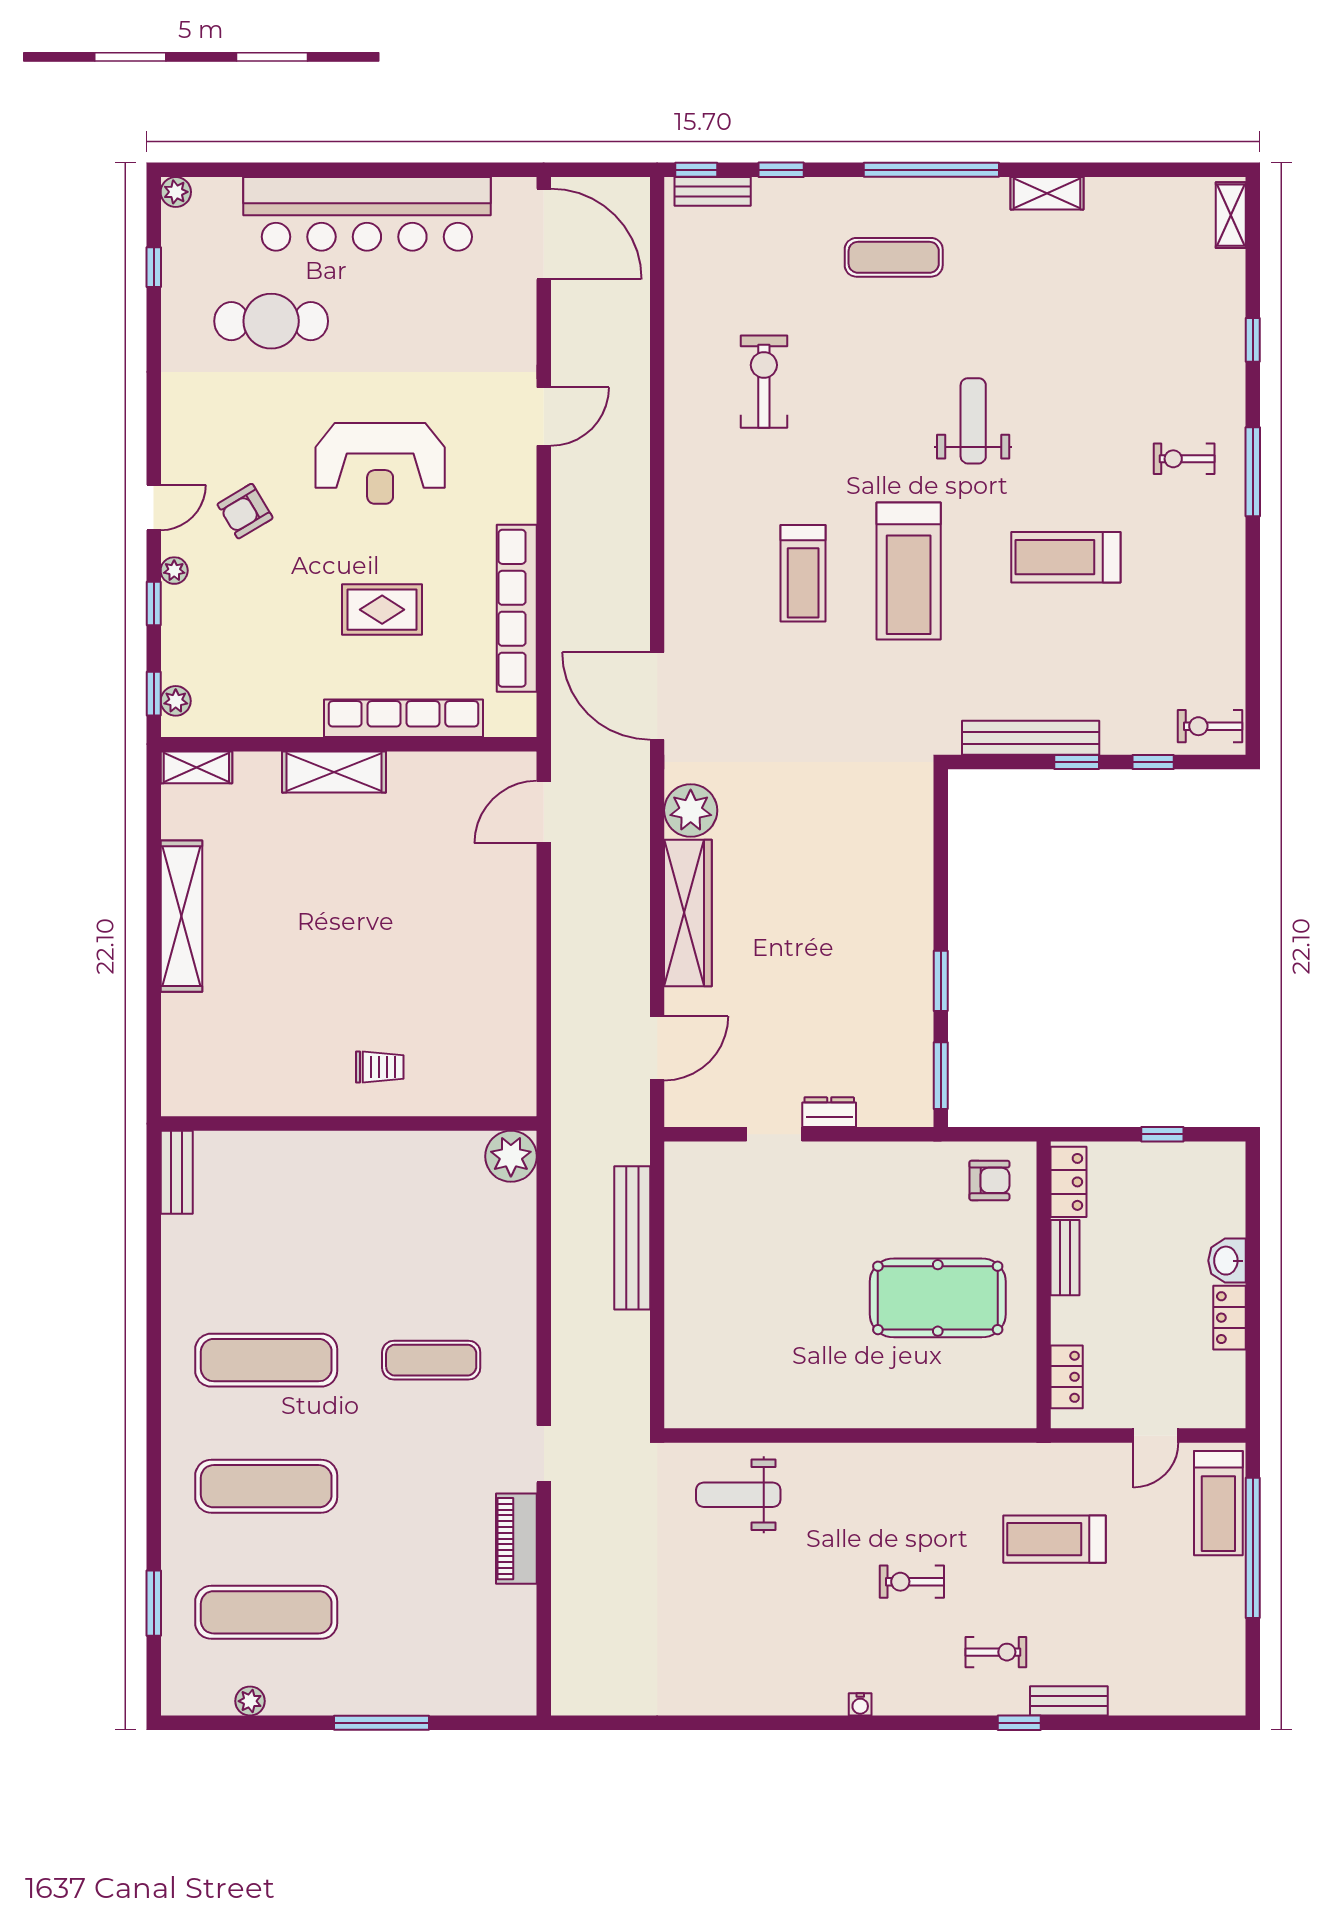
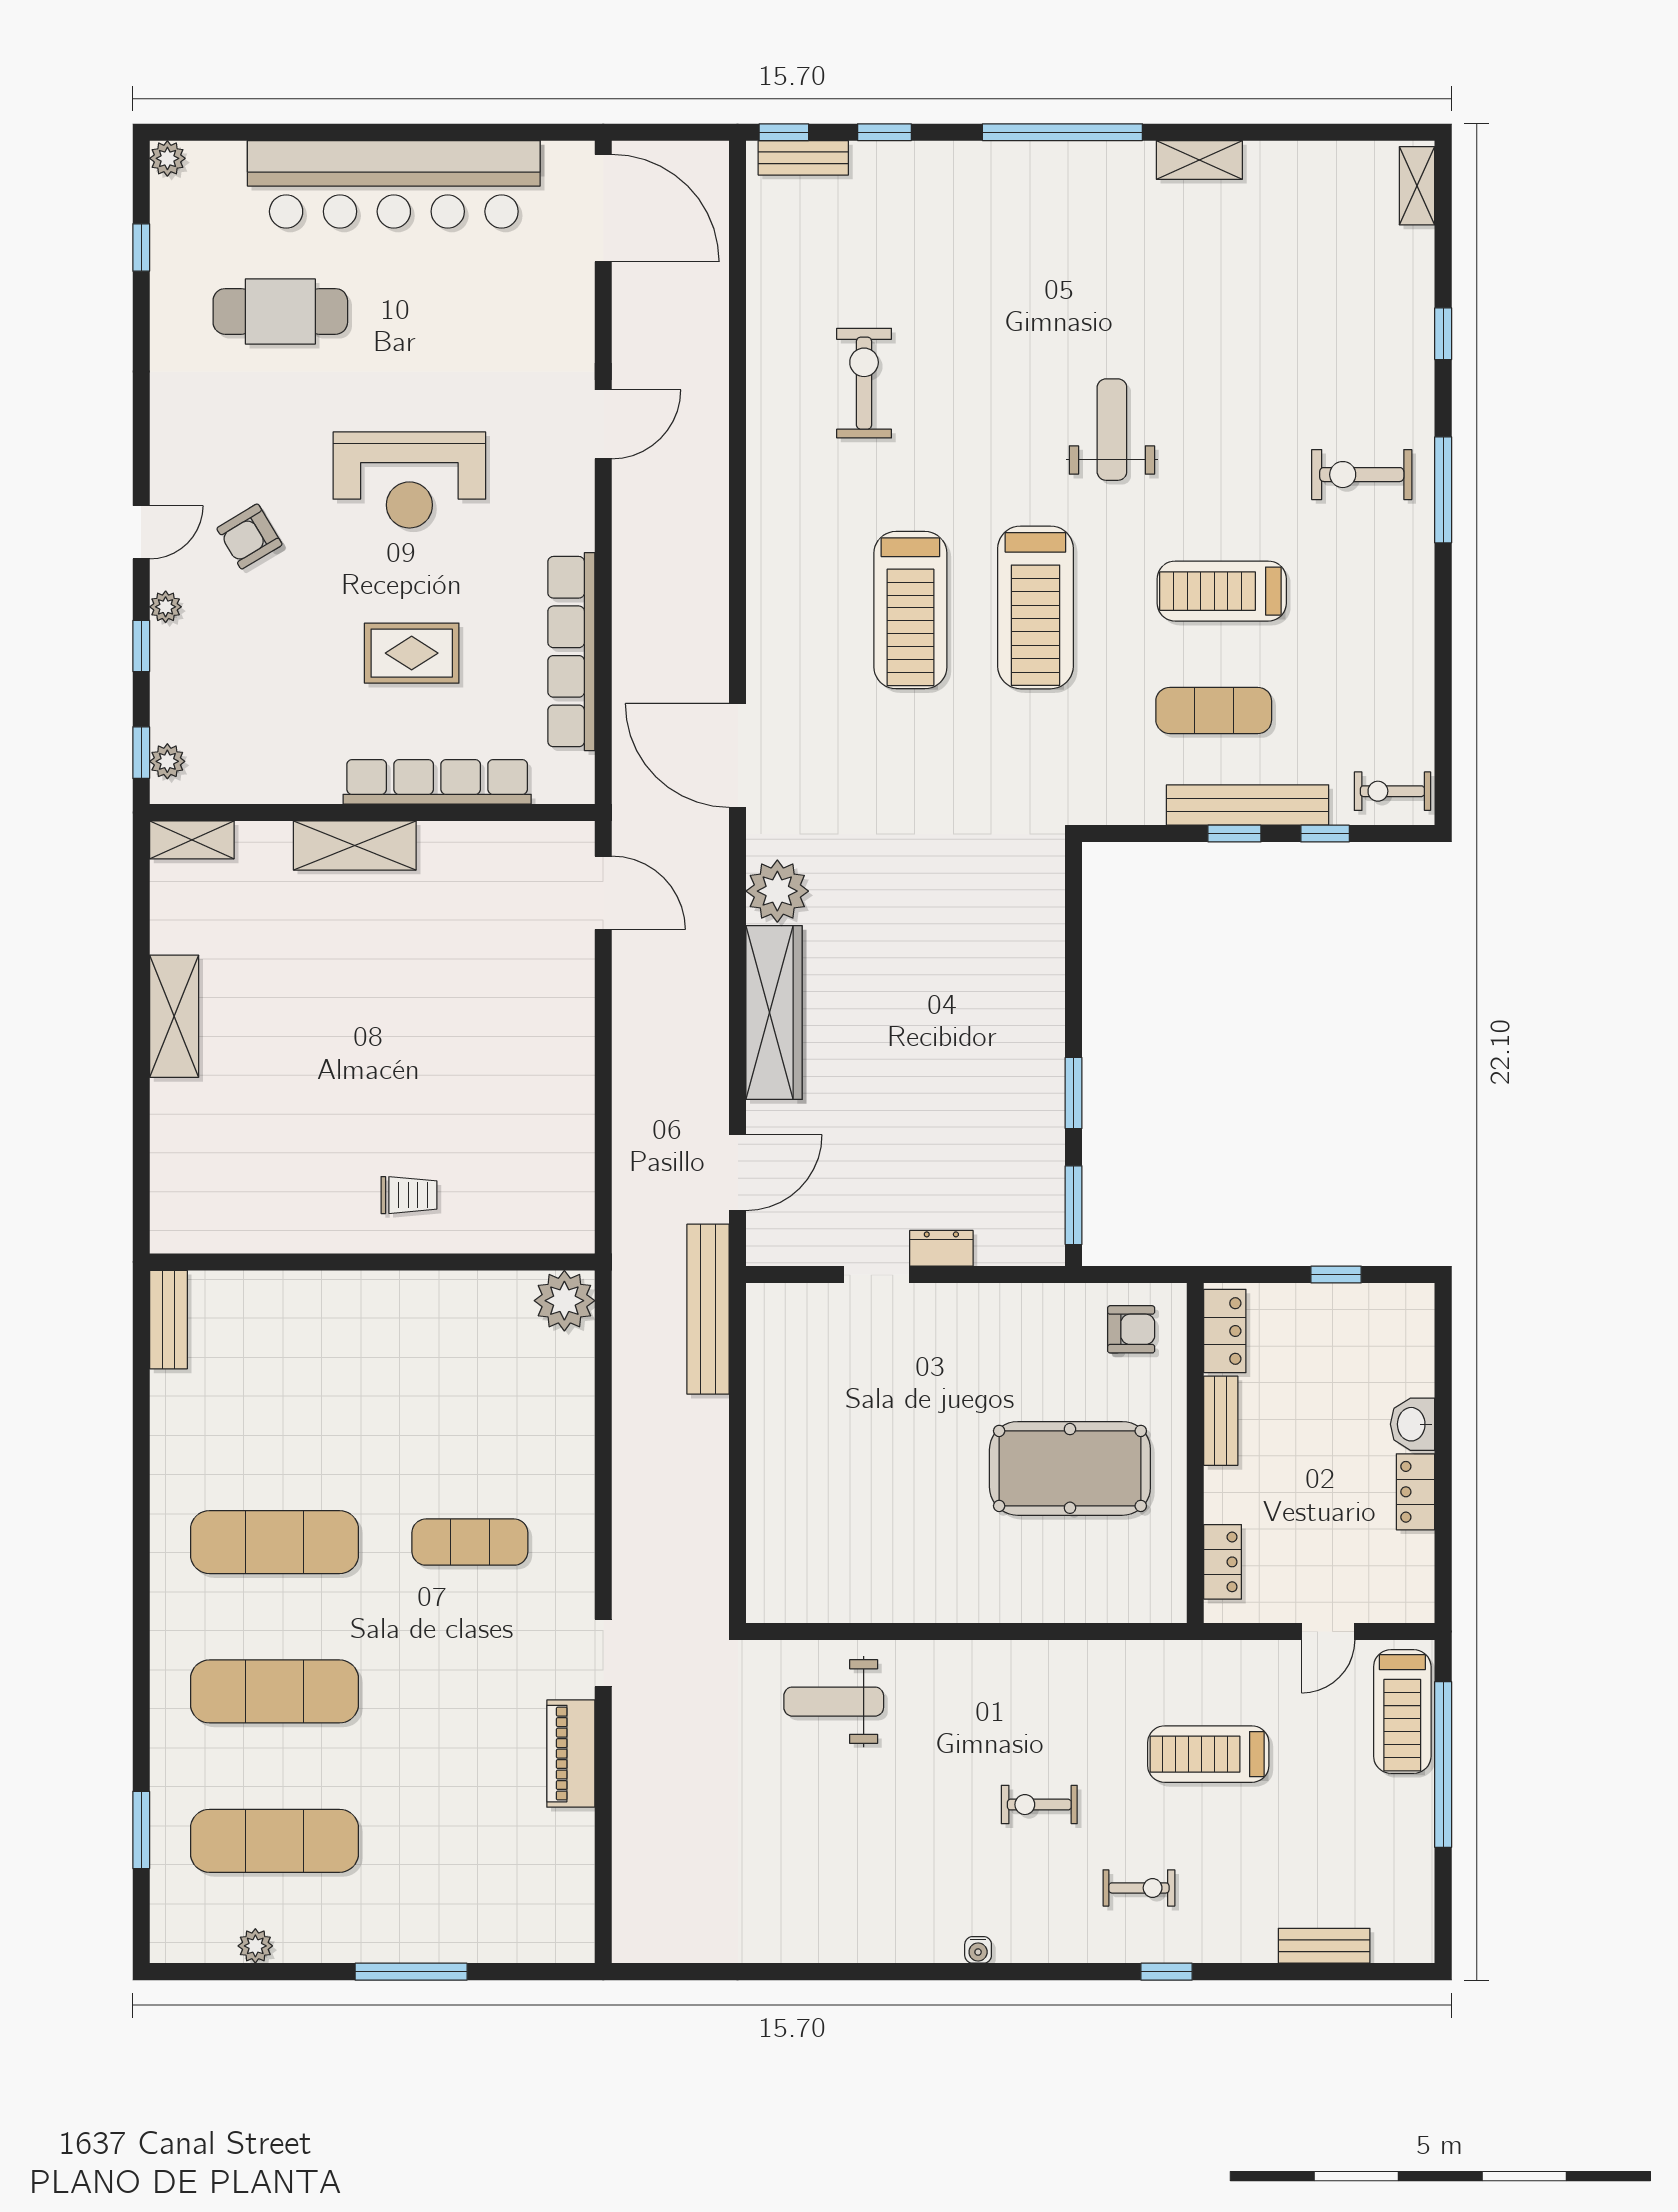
exercise mat: (894, 257) -> (1214, 710), moved
exercise bike: (1184, 459) -> (1362, 475), width x1.38, depth x1.39
treadmill: (803, 573) -> (910, 610), width x1.37, depth x1.38
bench: (1031, 738) -> (1248, 805), moved
door: (544, 812) -> (603, 893), swing flipped
shelving: (181, 916) -> (174, 1016), width x0.68
bench: (632, 1238) -> (708, 1309), moved
bench: (1069, 1701) -> (1324, 1946), moved

